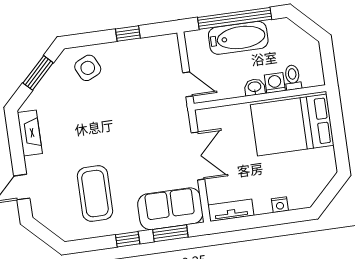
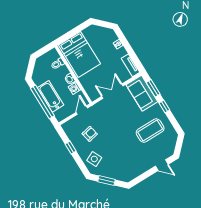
armchair: (138, 80) -> (90, 134), added
washing machine: (275, 83) -> (75, 88), moved
fireplace: (30, 133) -> (136, 172), removed

